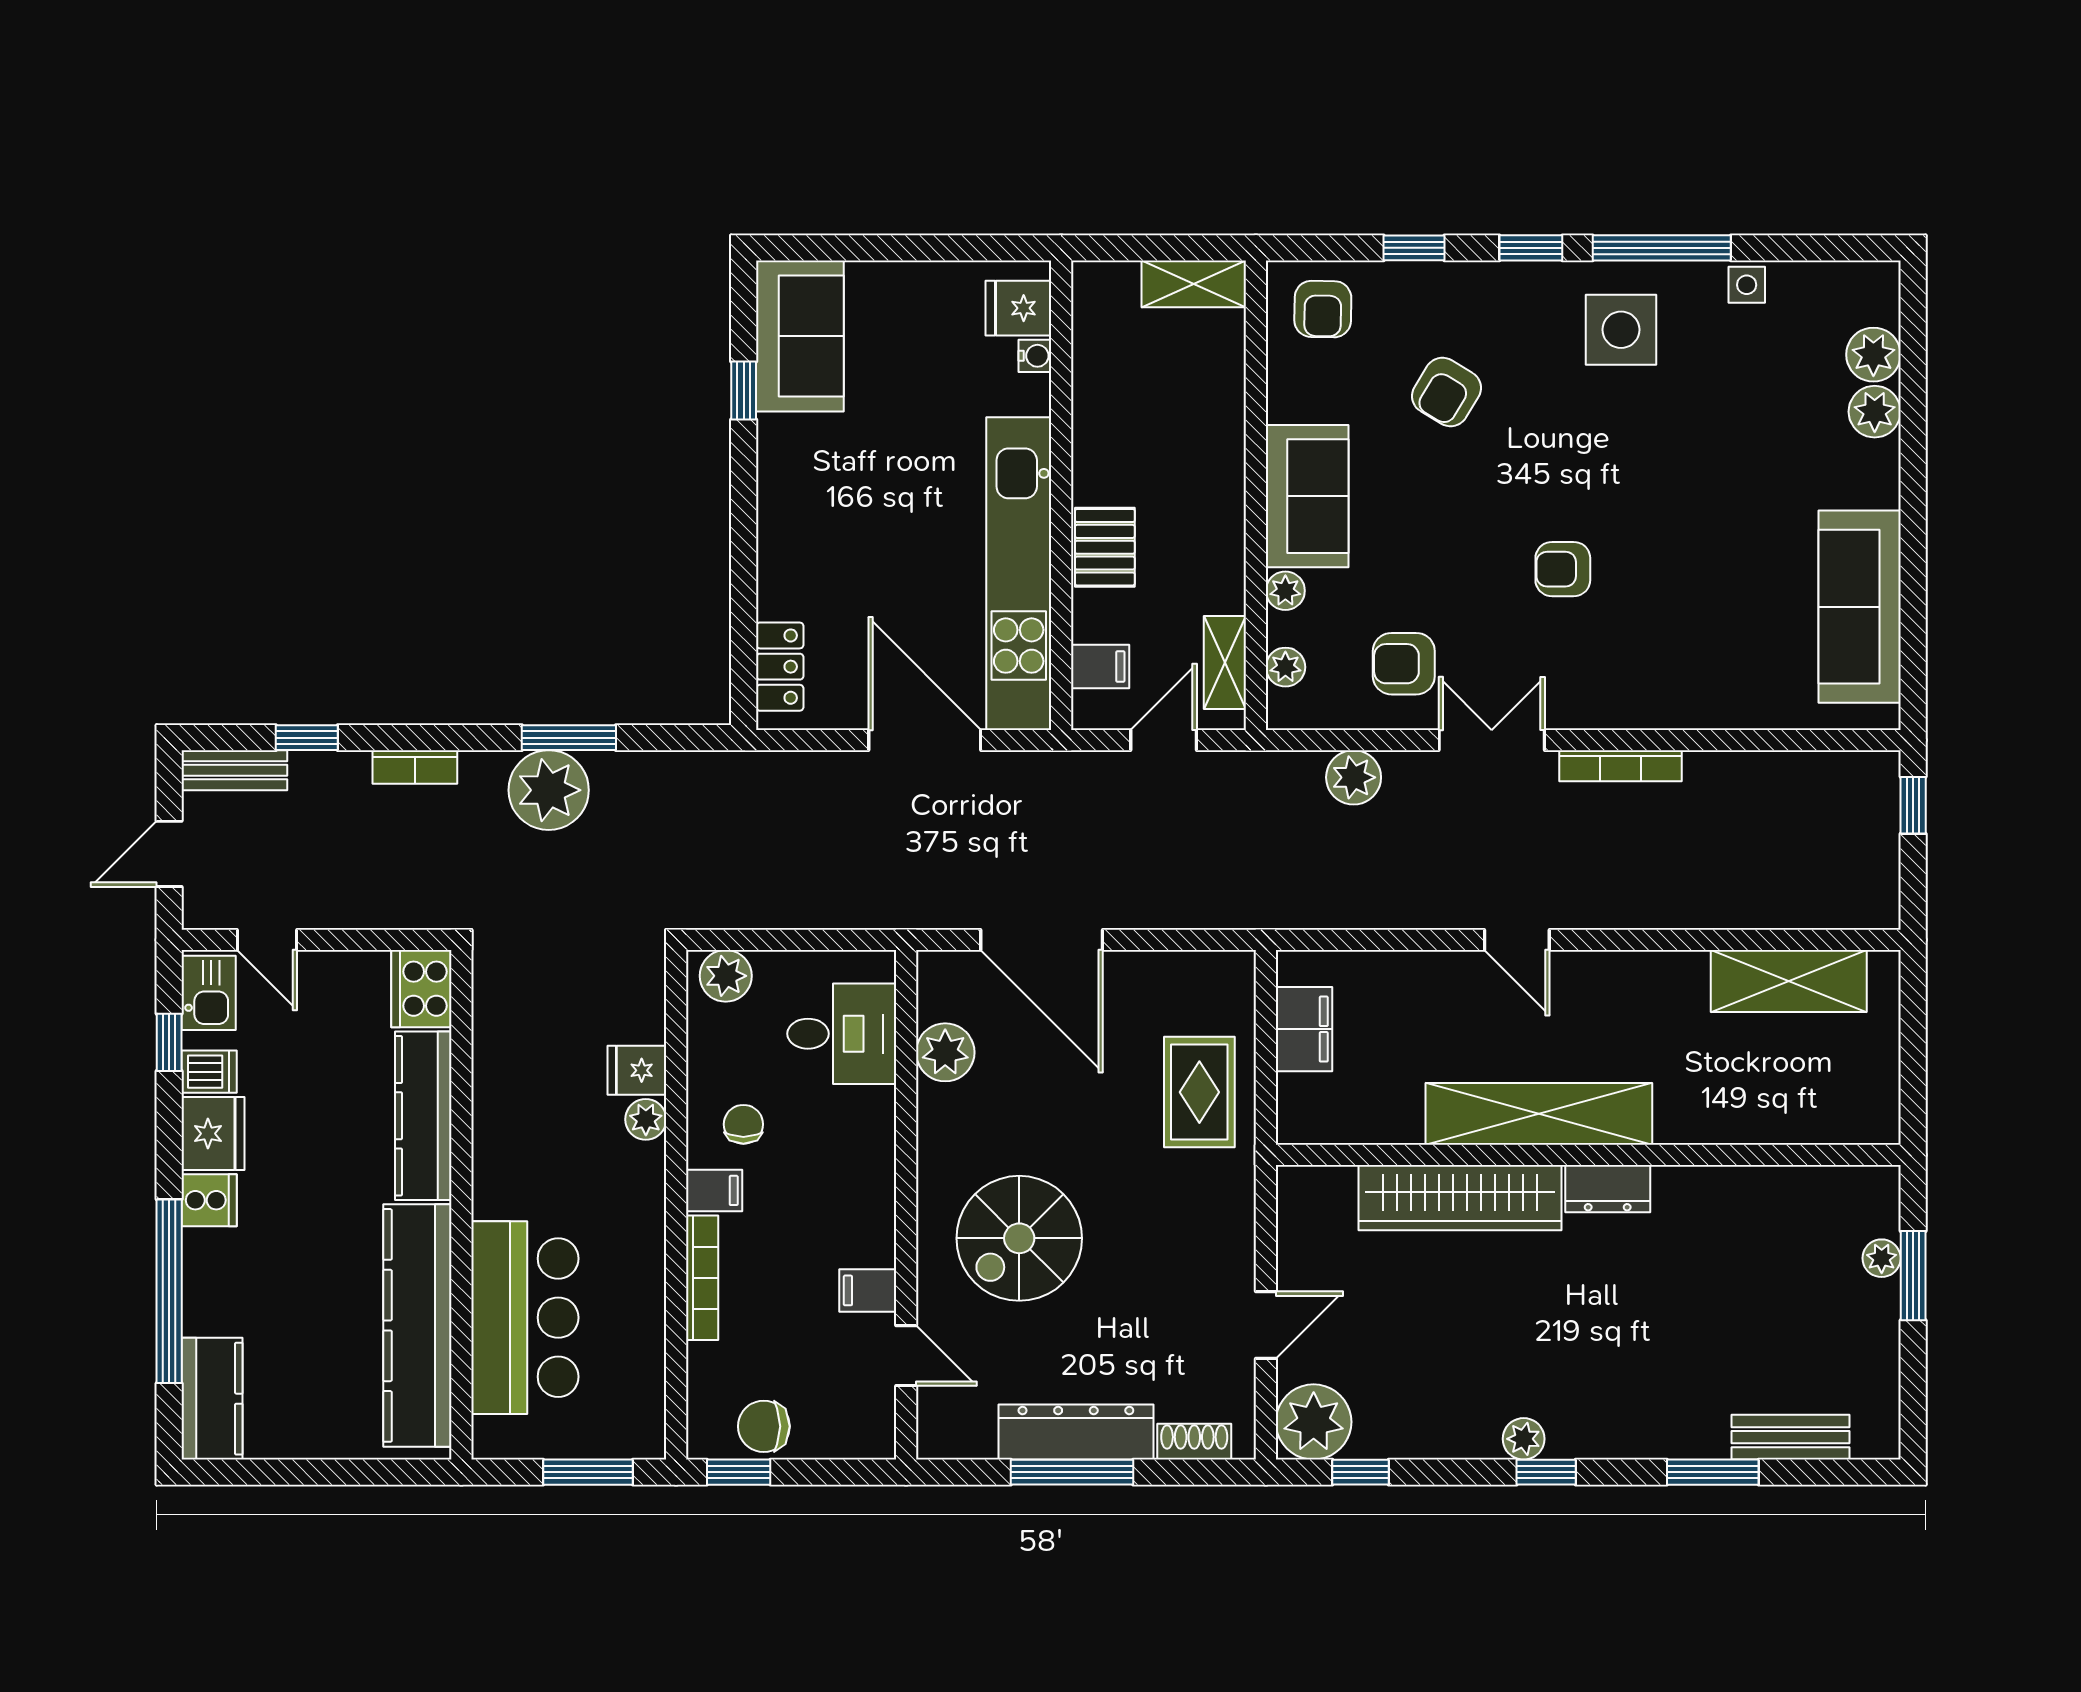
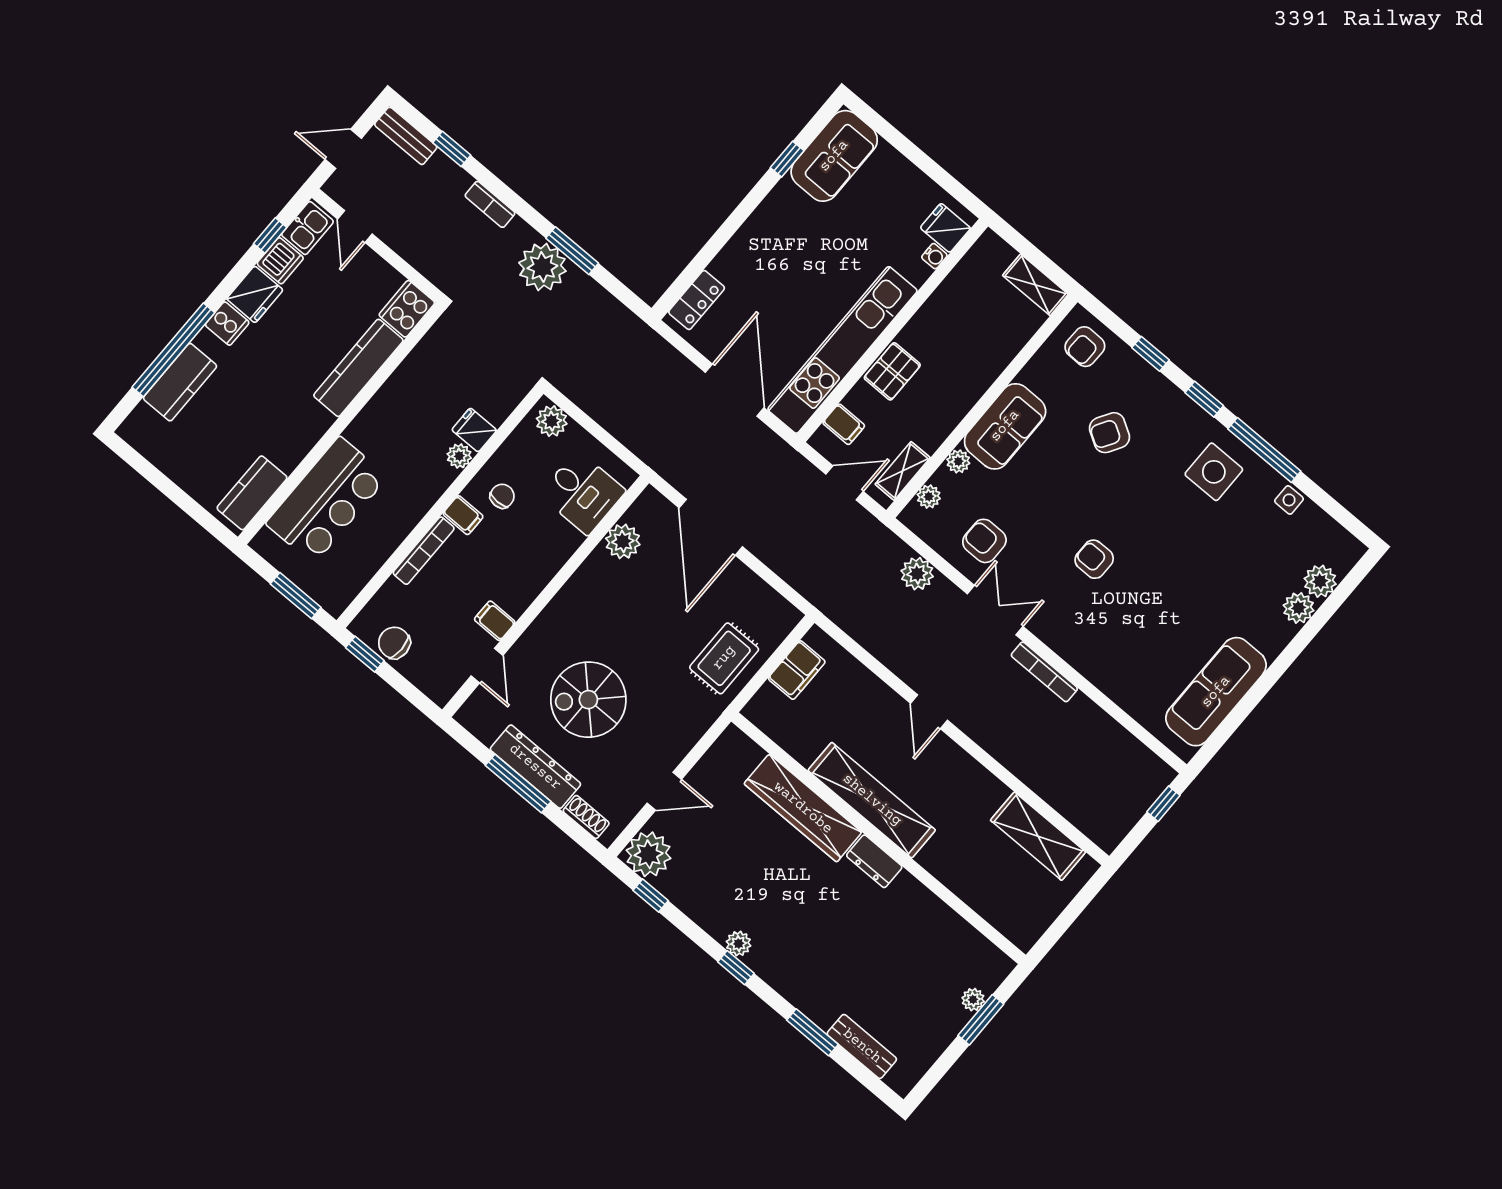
dishwasher: (209, 1072) -> (280, 261), width x1.38
spiral stairs: (1019, 1238) -> (588, 700), moved
kitchen counter: (417, 1325) -> (252, 493), width x0.48, depth x0.86
kitchen counter: (212, 1399) -> (180, 382), moved

